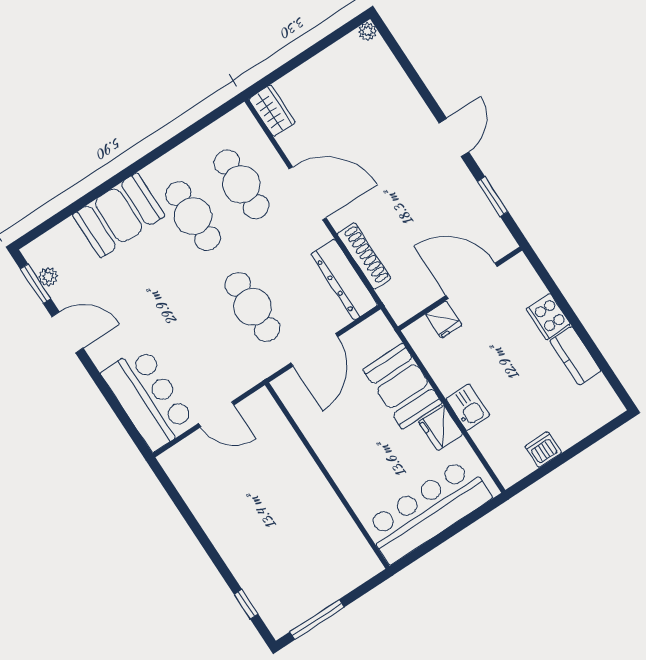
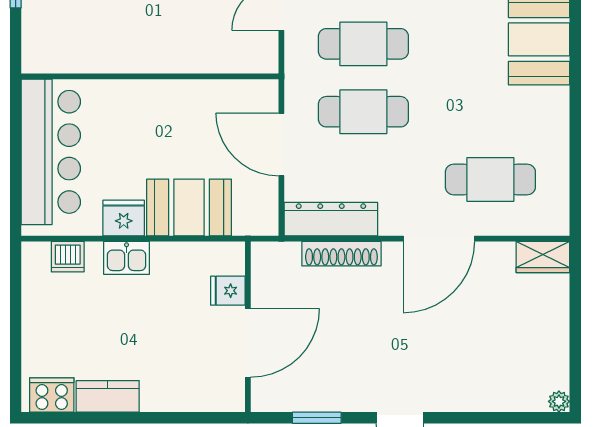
cafe table: (193, 216) -> (363, 44), moved
cooker: (548, 317) -> (52, 395), moved
dishwasher: (543, 450) -> (68, 257), moved, turned 90

